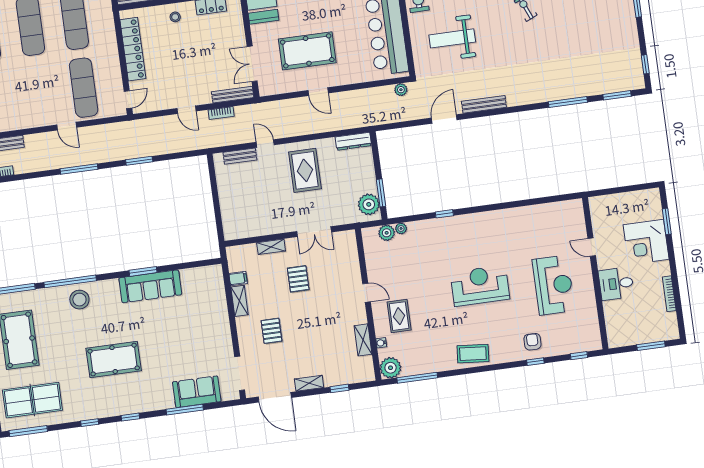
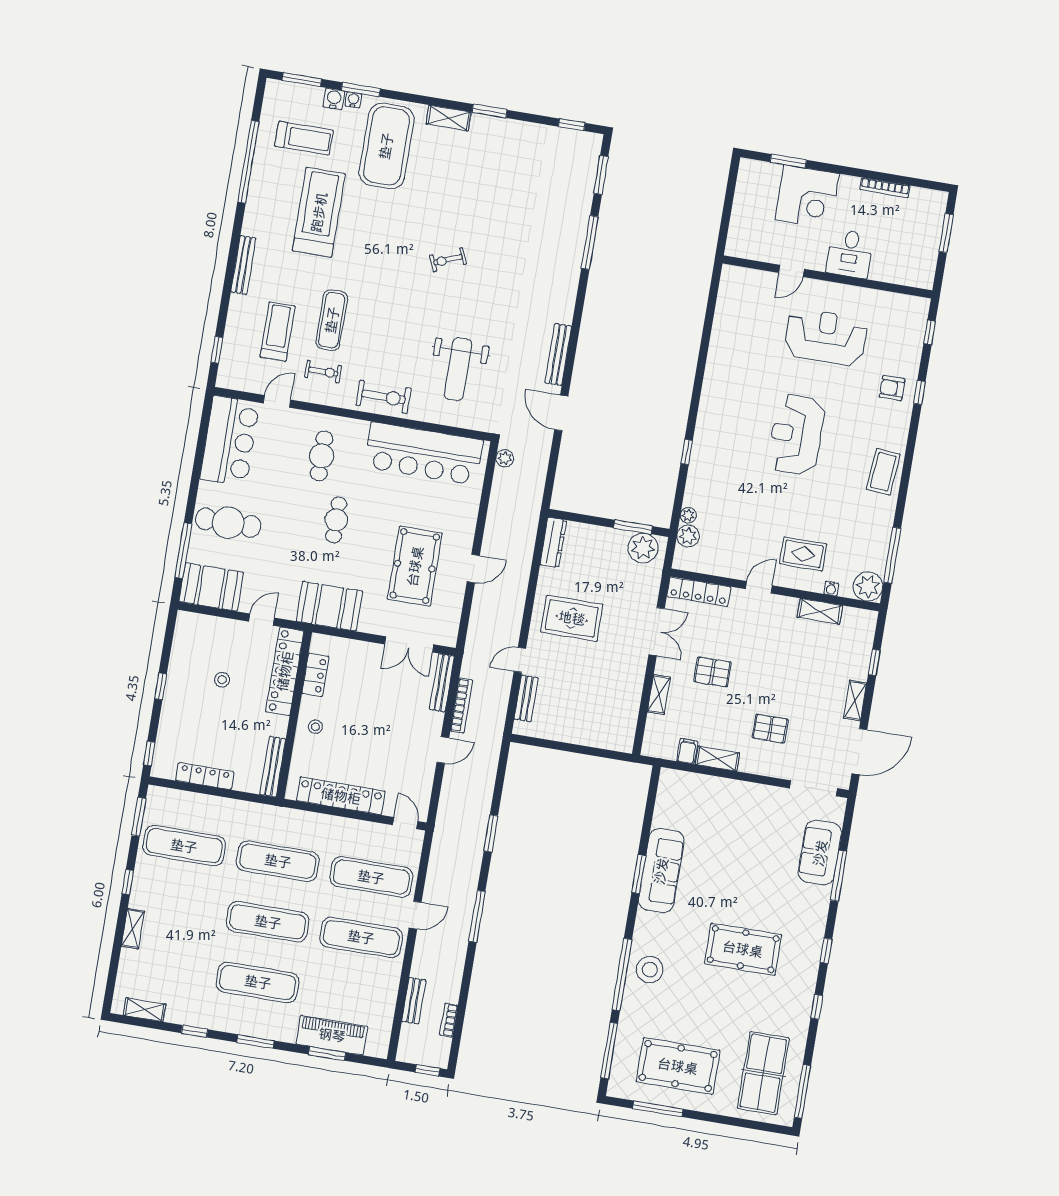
exercise mat: (40, 94) -> (361, 937), added
bookcase: (221, 113) -> (461, 706), width x1.56
locker: (351, 252) -> (699, 592), added
pool table: (114, 360) -> (743, 949), turned 90

